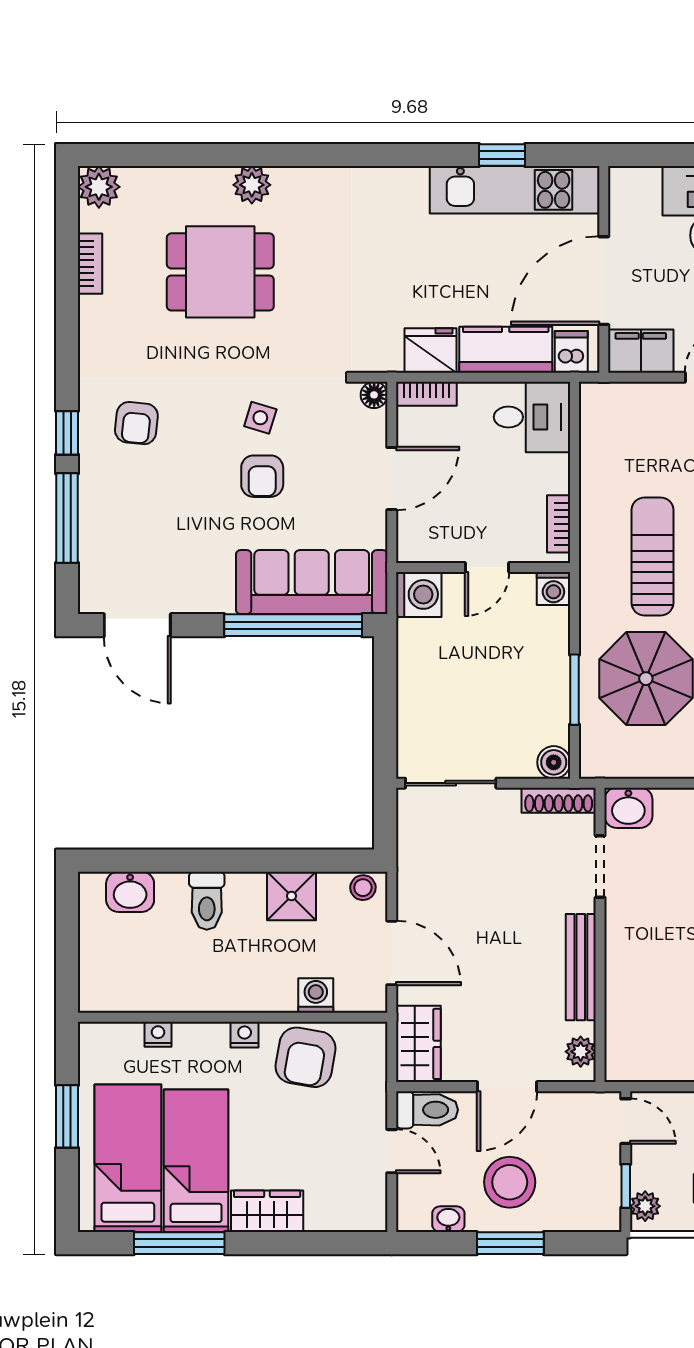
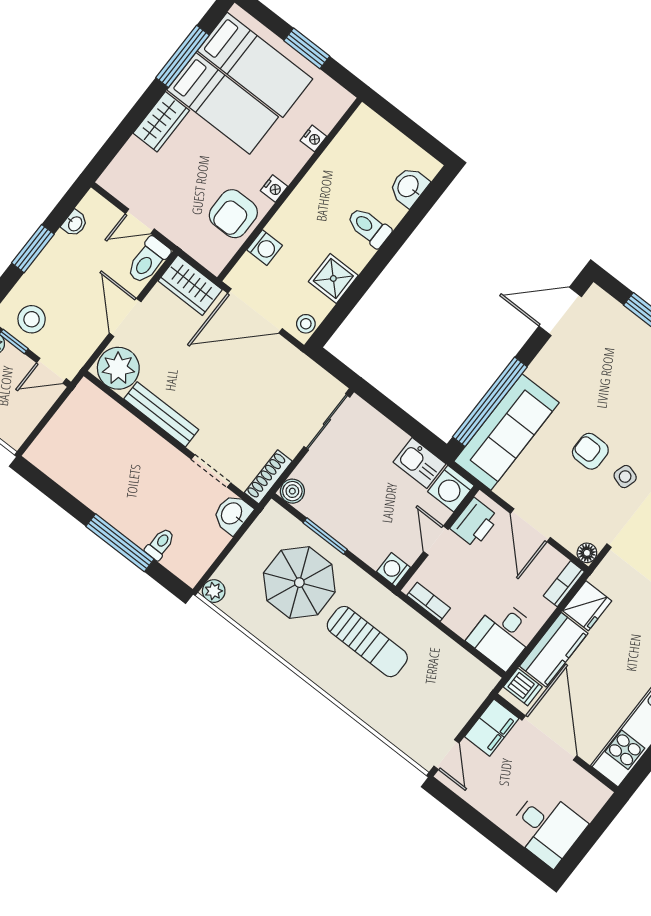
printer: (435, 541) -> (475, 523), added
kitchen sink: (417, 649) -> (420, 463), added
door: (392, 953) -> (255, 311), width x1.36
plant: (581, 1052) -> (118, 368), width x1.87, depth x1.87
armchair: (306, 1057) -> (233, 214), turned -100
stool: (510, 1182) -> (32, 319), moved, width x0.73, depth x0.73

